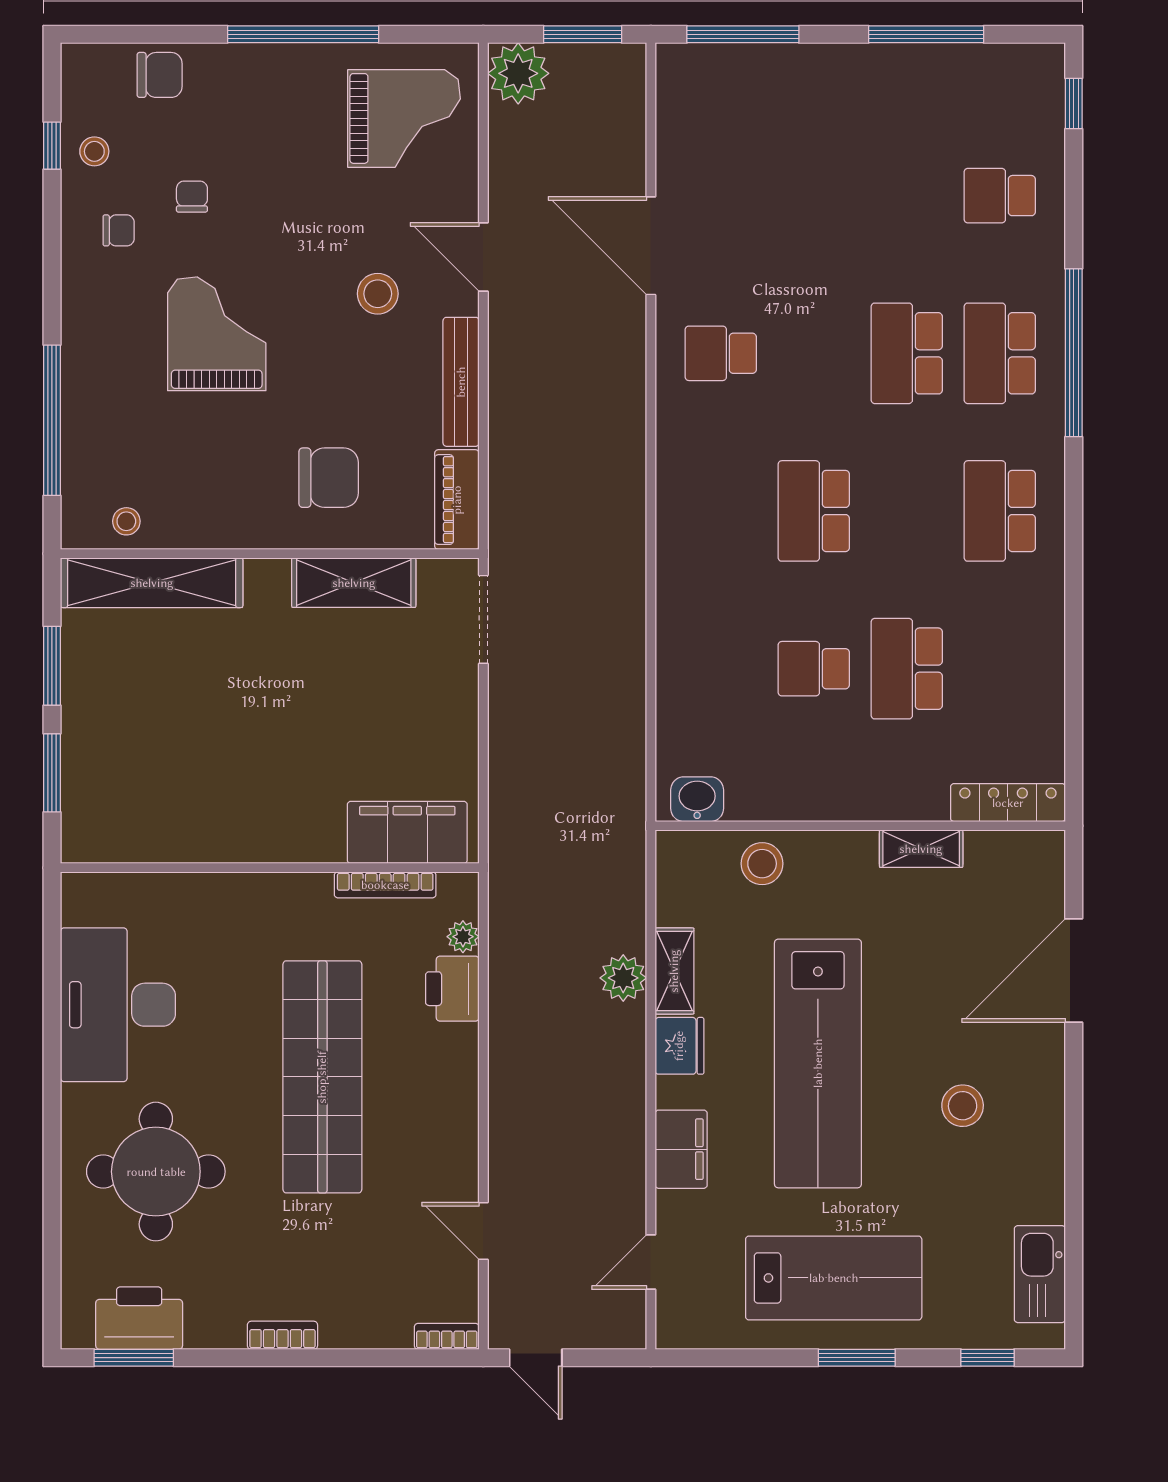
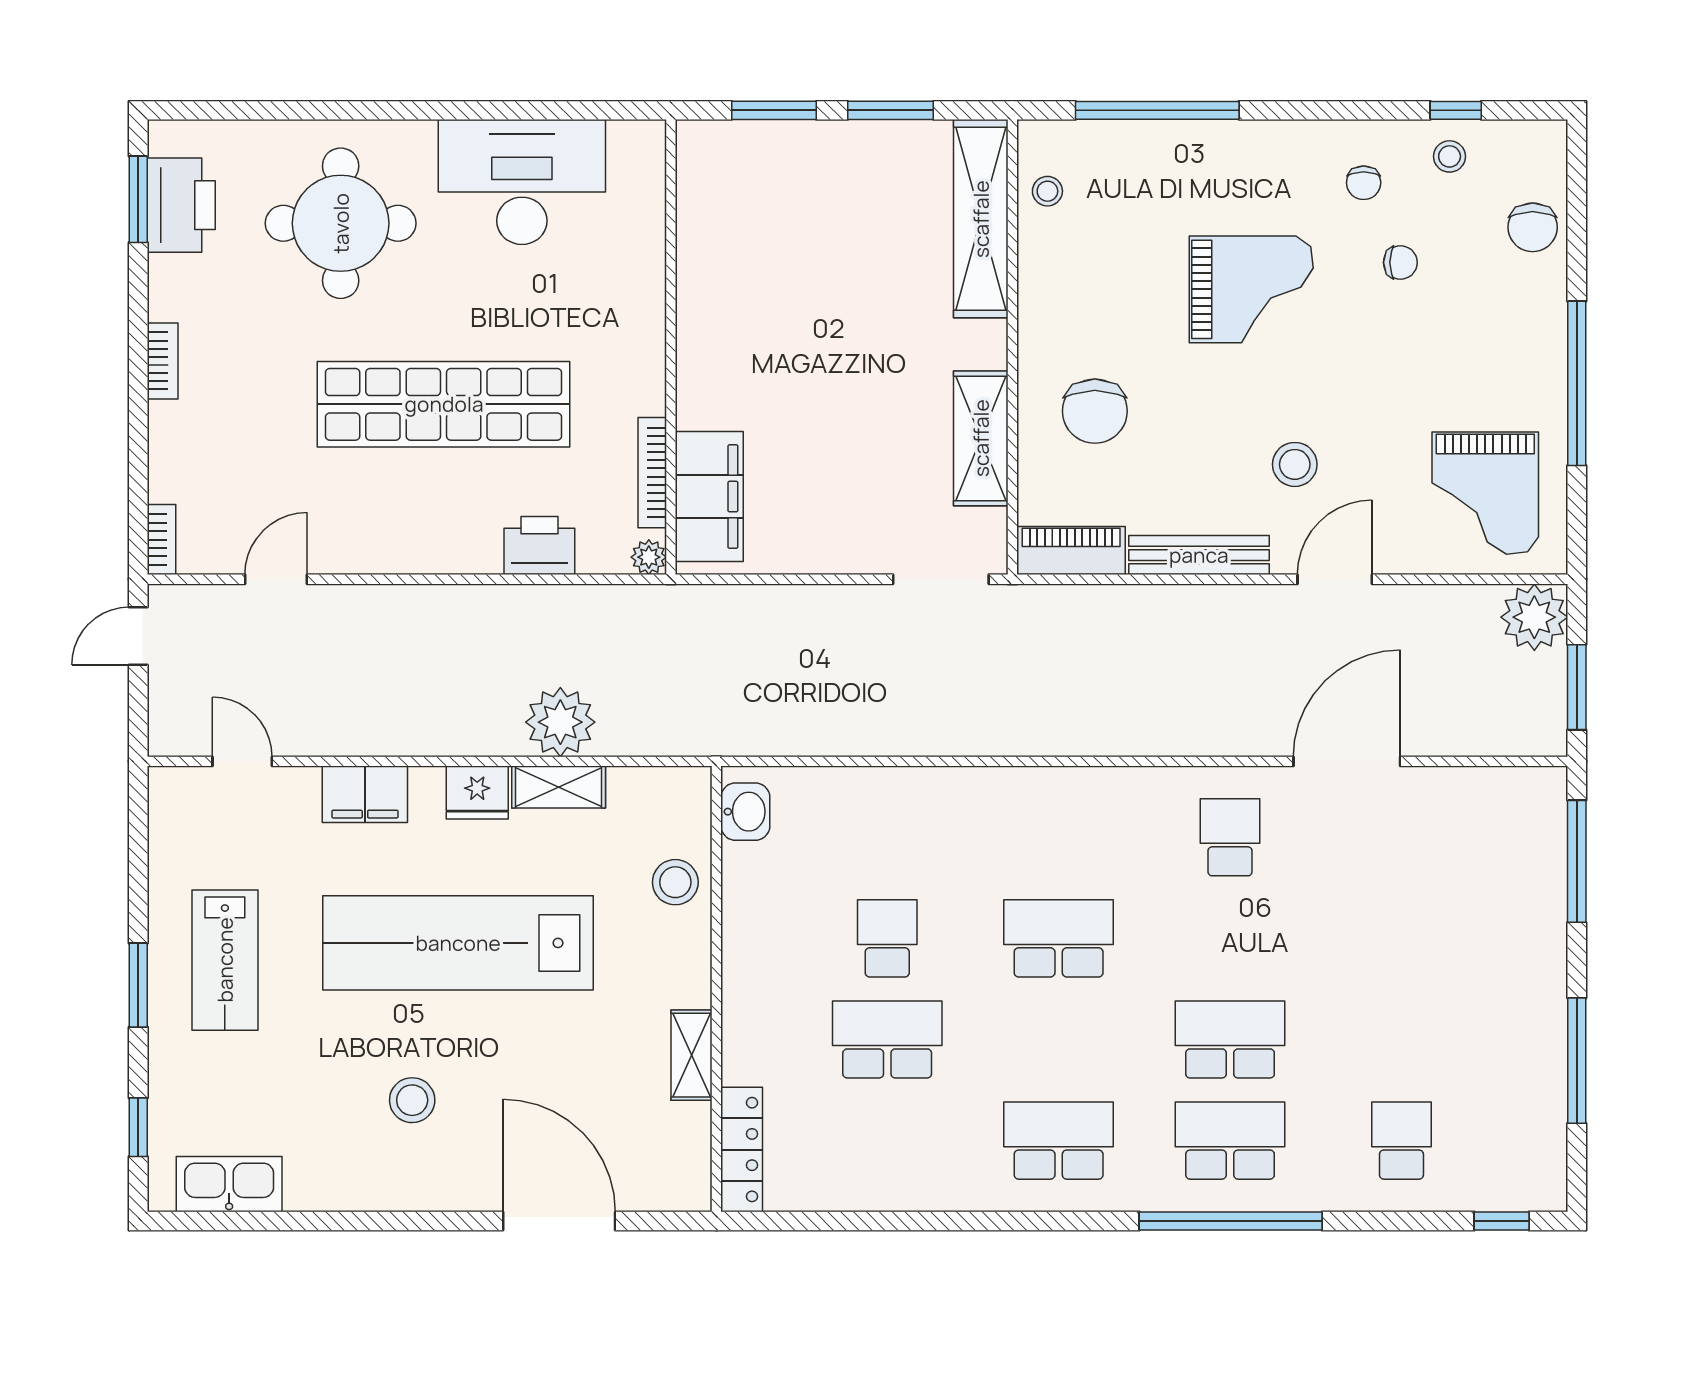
plant: (463, 937) -> (649, 557), moved
plant: (623, 978) -> (560, 722), width x1.36, depth x1.36
lab bench: (834, 1278) -> (225, 960), width x0.73, depth x0.72

